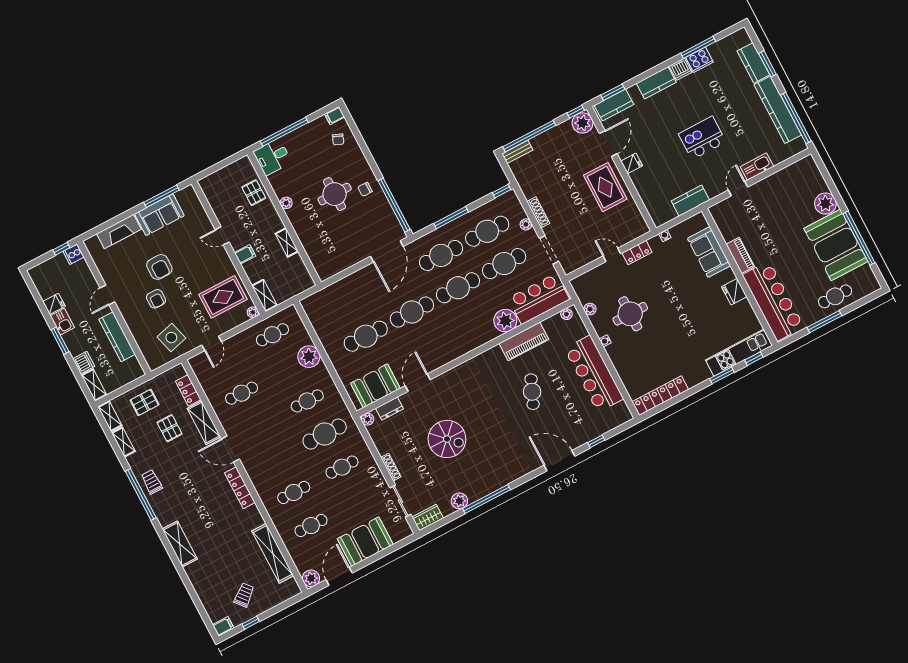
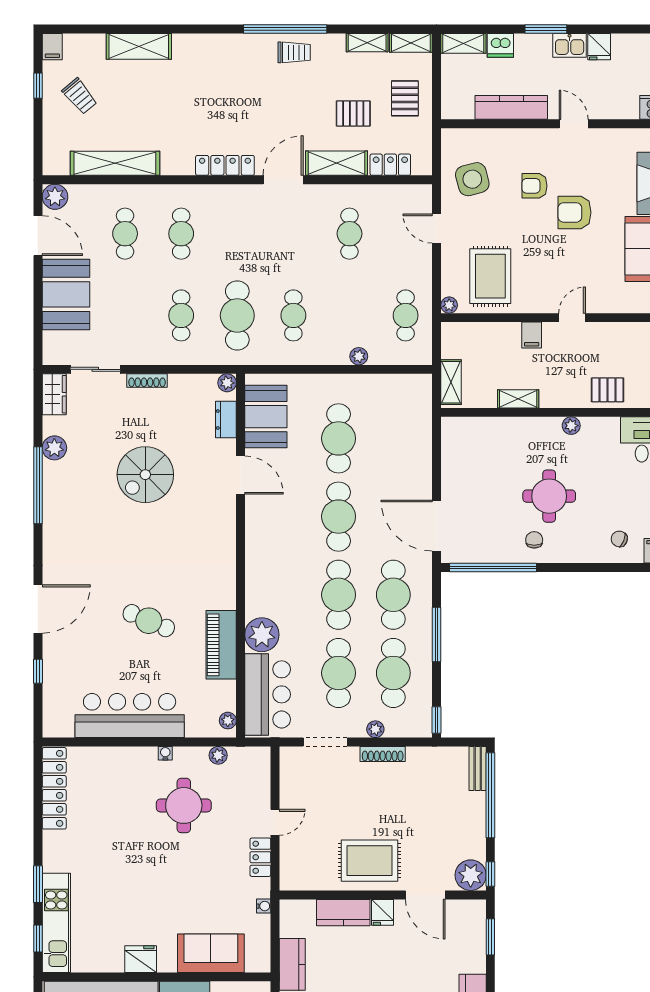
kitchen counter: (614, 105) -> (343, 913), moved, turned -90
shelving: (264, 295) -> (451, 382), moved, turned 90
plant: (309, 357) -> (359, 356), width x0.53, depth x0.53
shelving: (180, 544) -> (139, 46), moved

